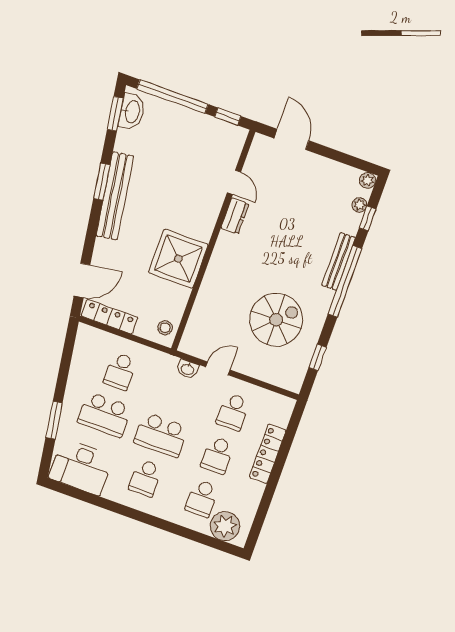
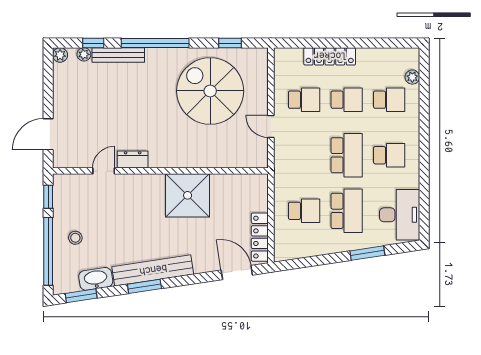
washbasin: (132, 112) -> (96, 279), moved
bench: (338, 261) -> (118, 55), moved
spiral stairs: (276, 320) -> (210, 91), width x1.37, depth x1.37
stool: (165, 328) -> (75, 238), moved
washbasin: (188, 369) -> (281, 153), removed
plant: (225, 526) -> (412, 77), width x0.53, depth x0.53

